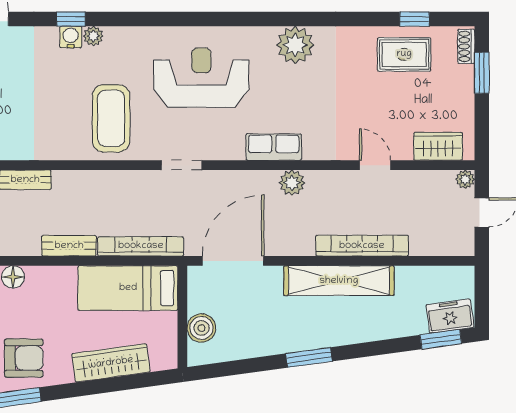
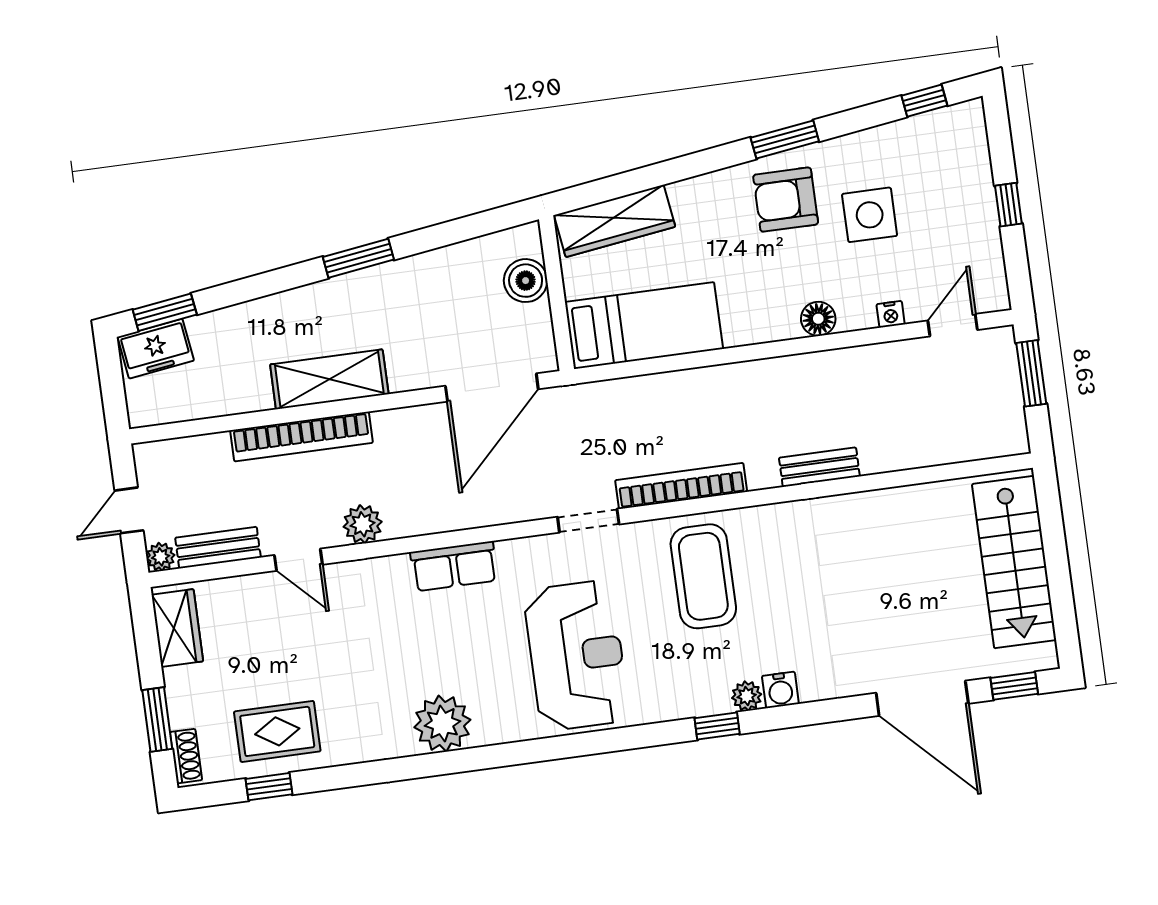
window: (71, 19) -> (717, 726), moved
reception desk: (201, 78) -> (576, 655), turned -90
wardrobe: (438, 146) -> (177, 628), moved, turned -90
plant: (292, 183) -> (363, 524), moved
bench: (69, 246) -> (218, 548), moved
bookcase: (141, 246) -> (681, 486), moved, turned 180
shelving: (339, 281) -> (329, 379), width x0.68
wardrobe: (111, 363) -> (615, 221), moved

